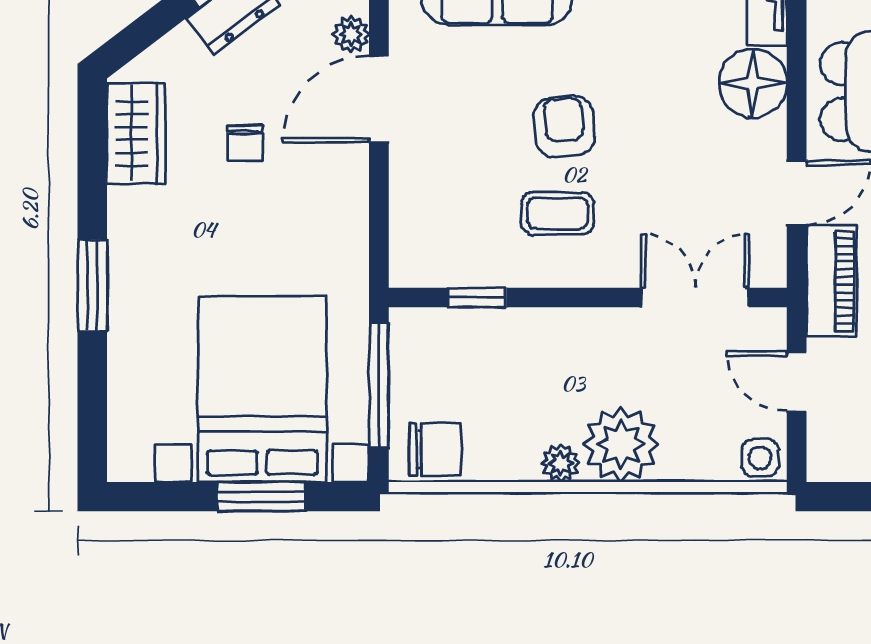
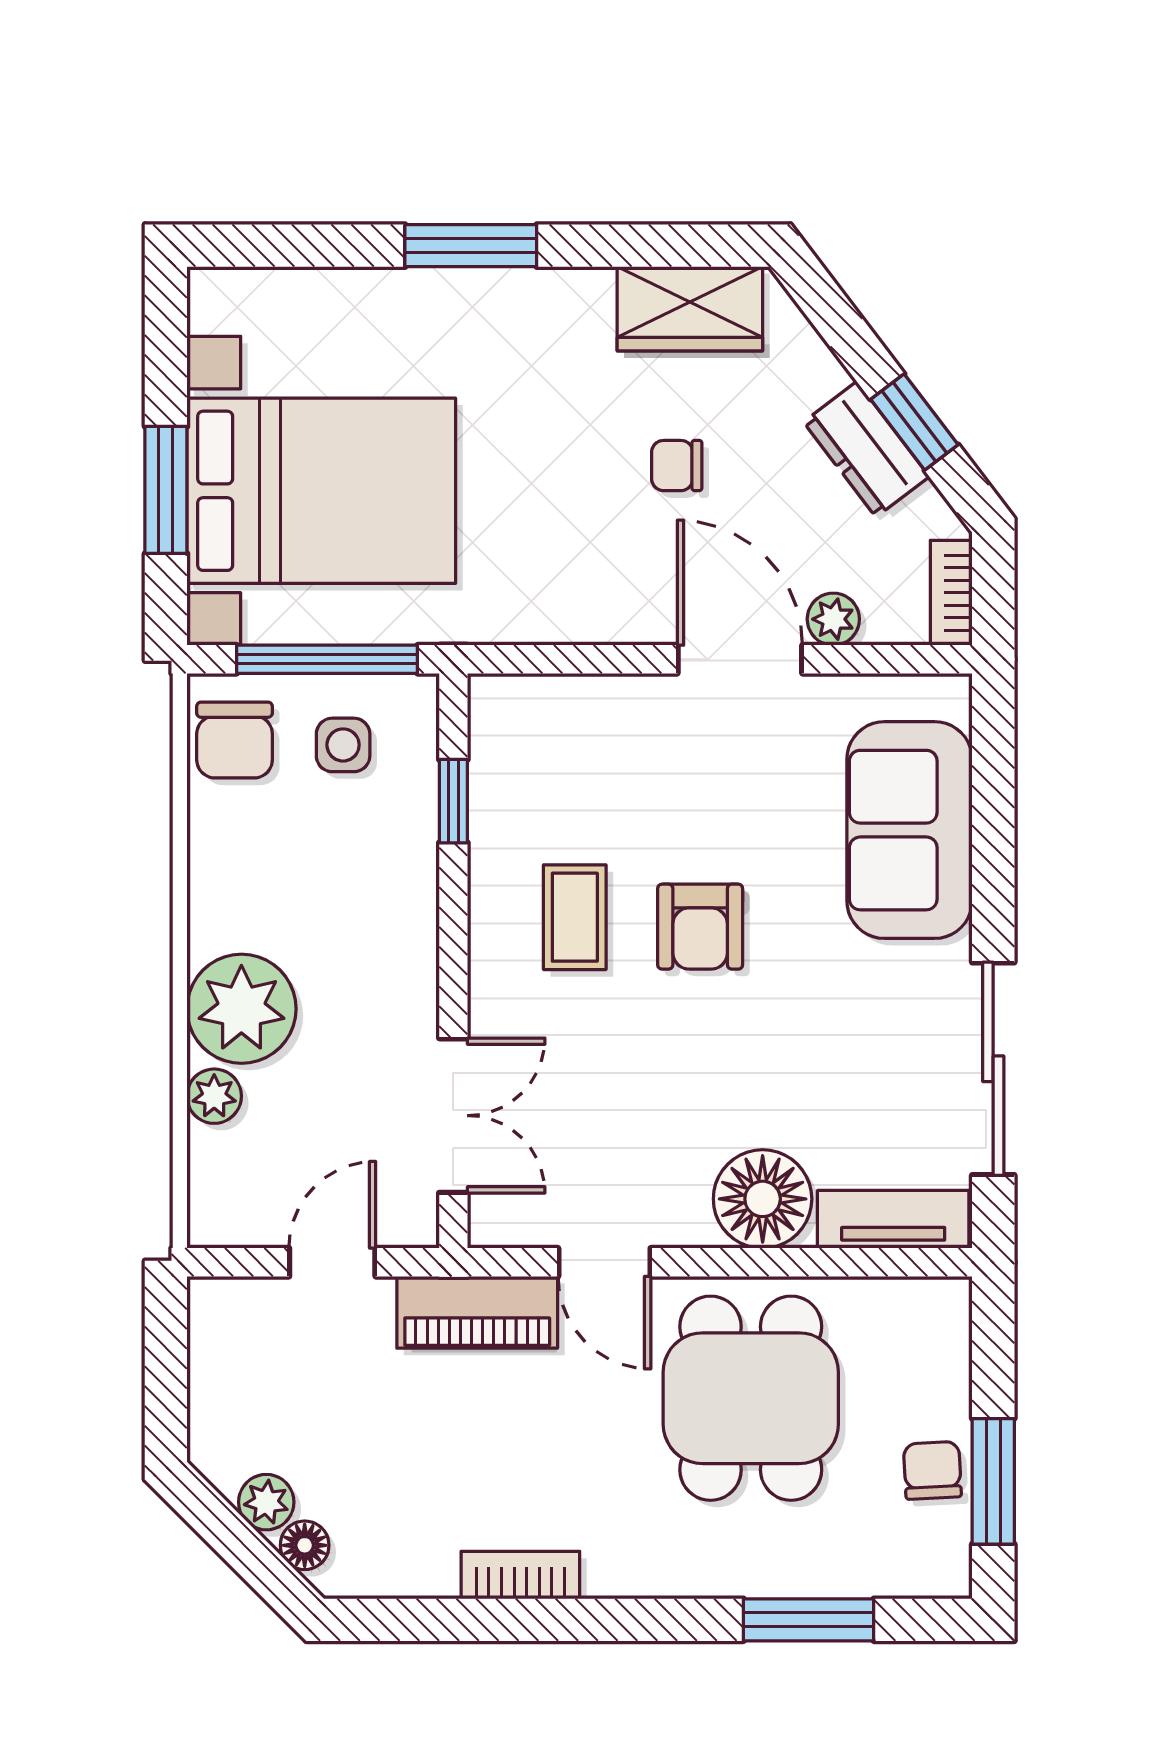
armchair: (564, 127) -> (700, 927), turned 95
side table: (760, 458) -> (343, 745), moved
plant: (561, 463) -> (214, 1096), moved

